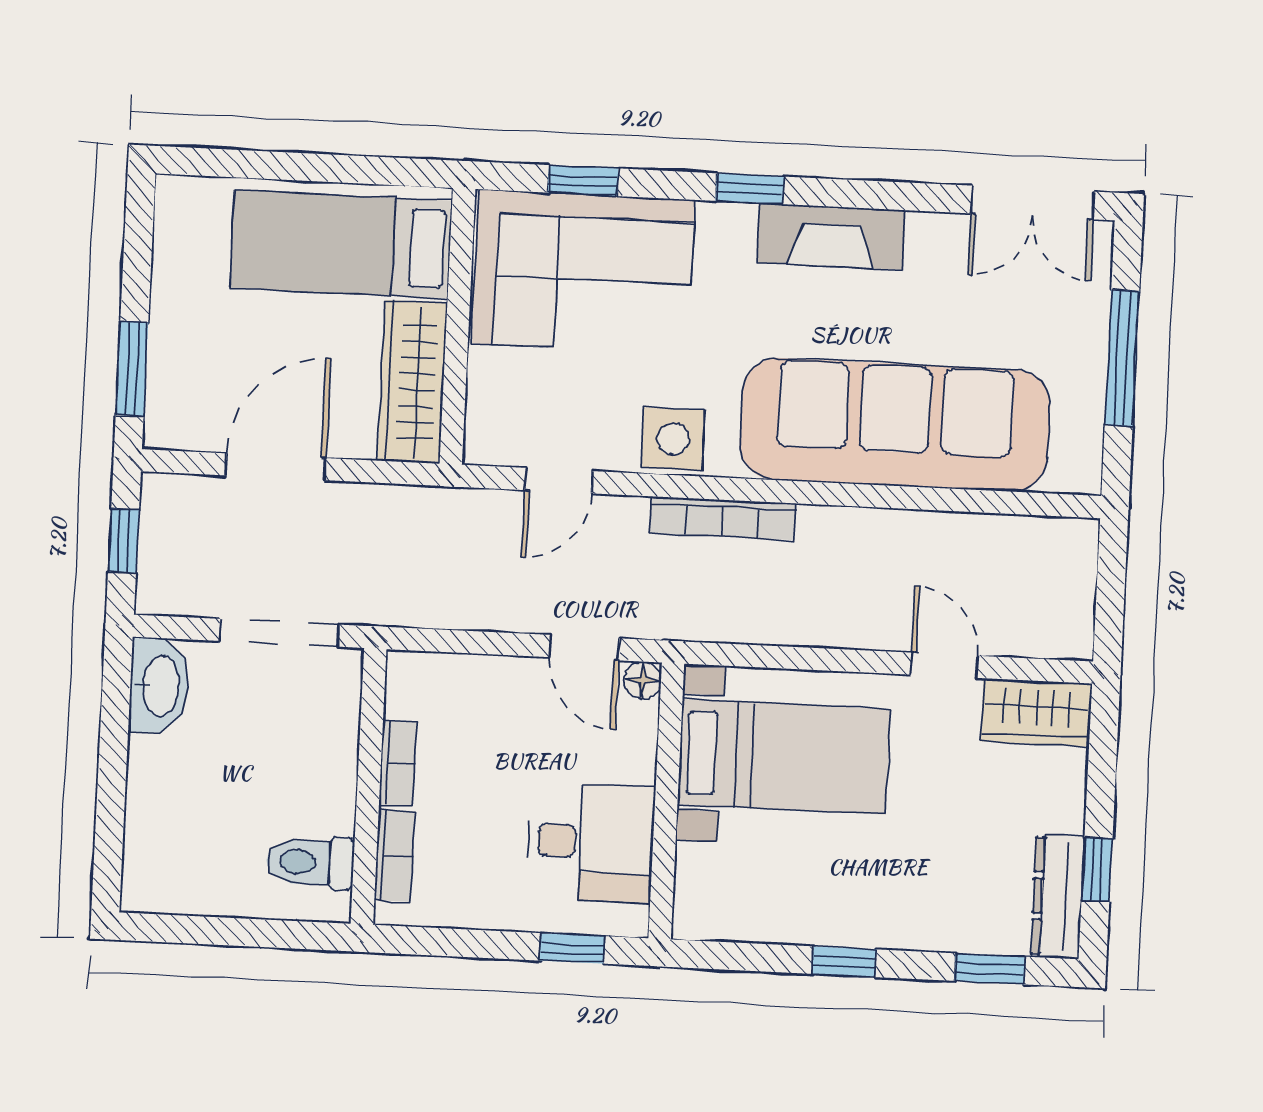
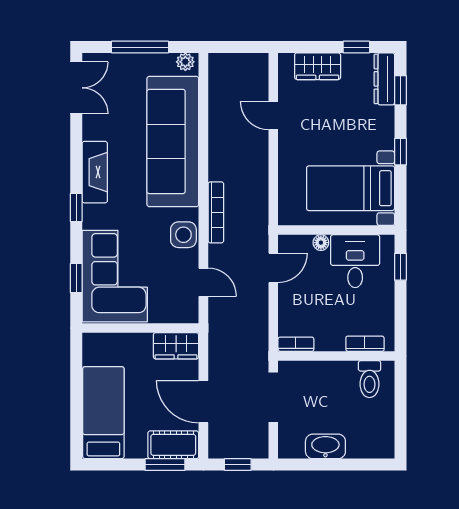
bed: (341, 244) -> (103, 413), moved, turned 180
wardrobe: (412, 382) -> (176, 346), width x0.67
cot: (177, 391) -> (173, 445), added
plant: (1082, 463) -> (185, 62), added
door: (944, 665) -> (273, 116), hinge flipped
floor lamp: (643, 680) -> (321, 243), moved
washbasin: (159, 685) -> (325, 446), moved
wardrobe: (1036, 712) -> (318, 66), moved, turned 90
bed with nightstands: (784, 757) -> (351, 188), moved, turned -90
bookcase: (398, 763) -> (296, 344), moved
dresser: (1058, 896) -> (384, 79), moved, turned 90

